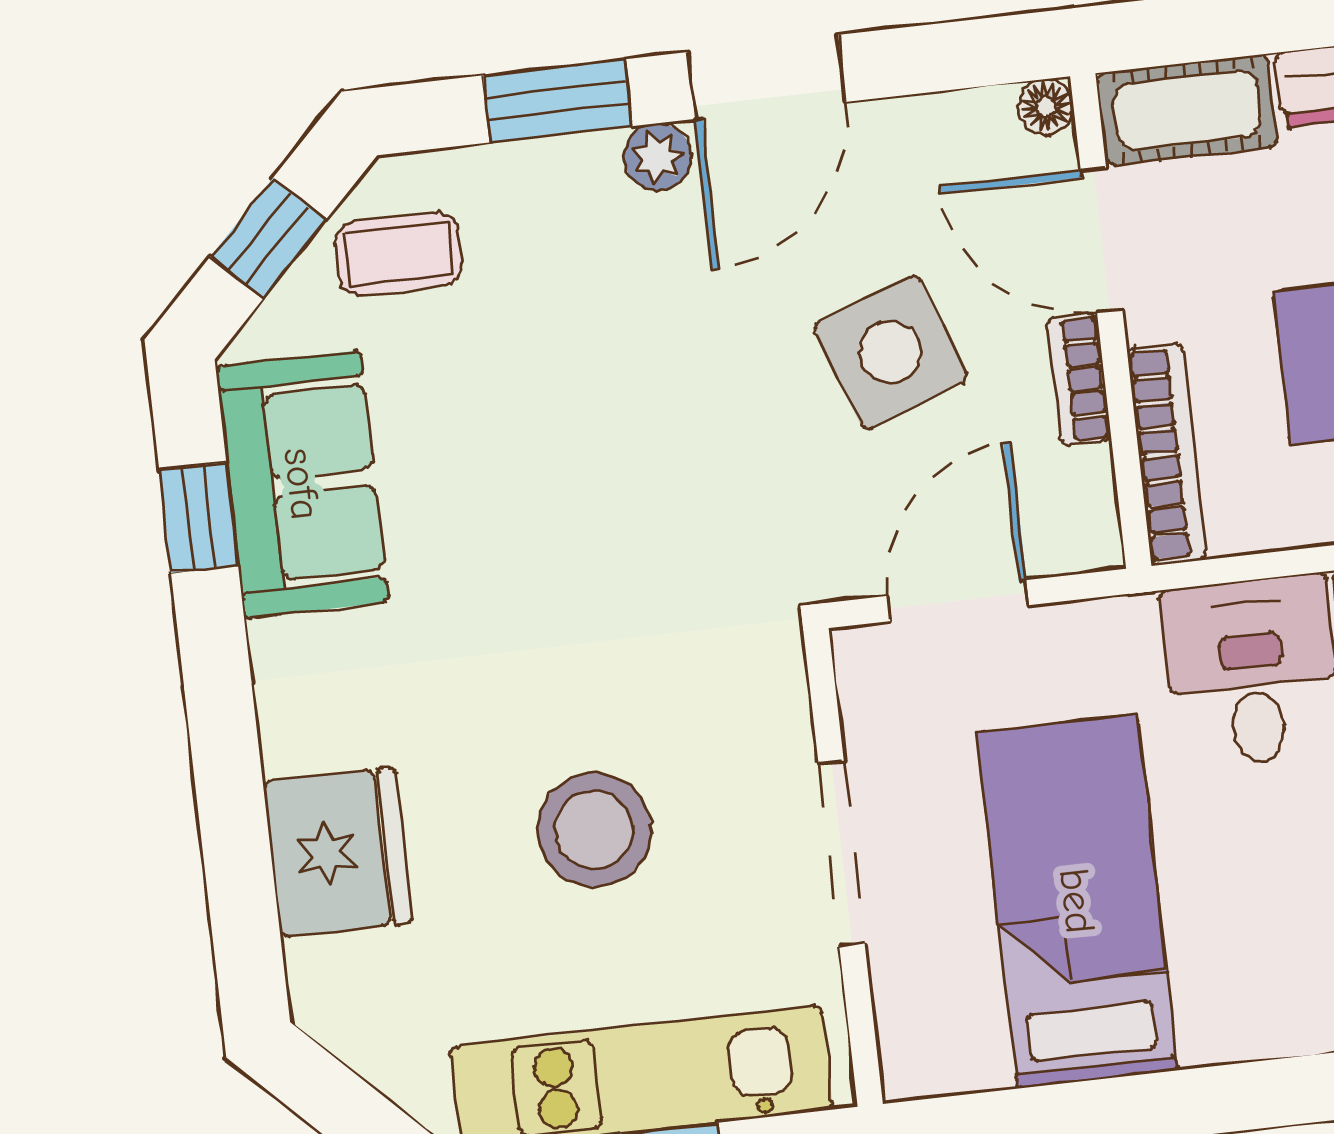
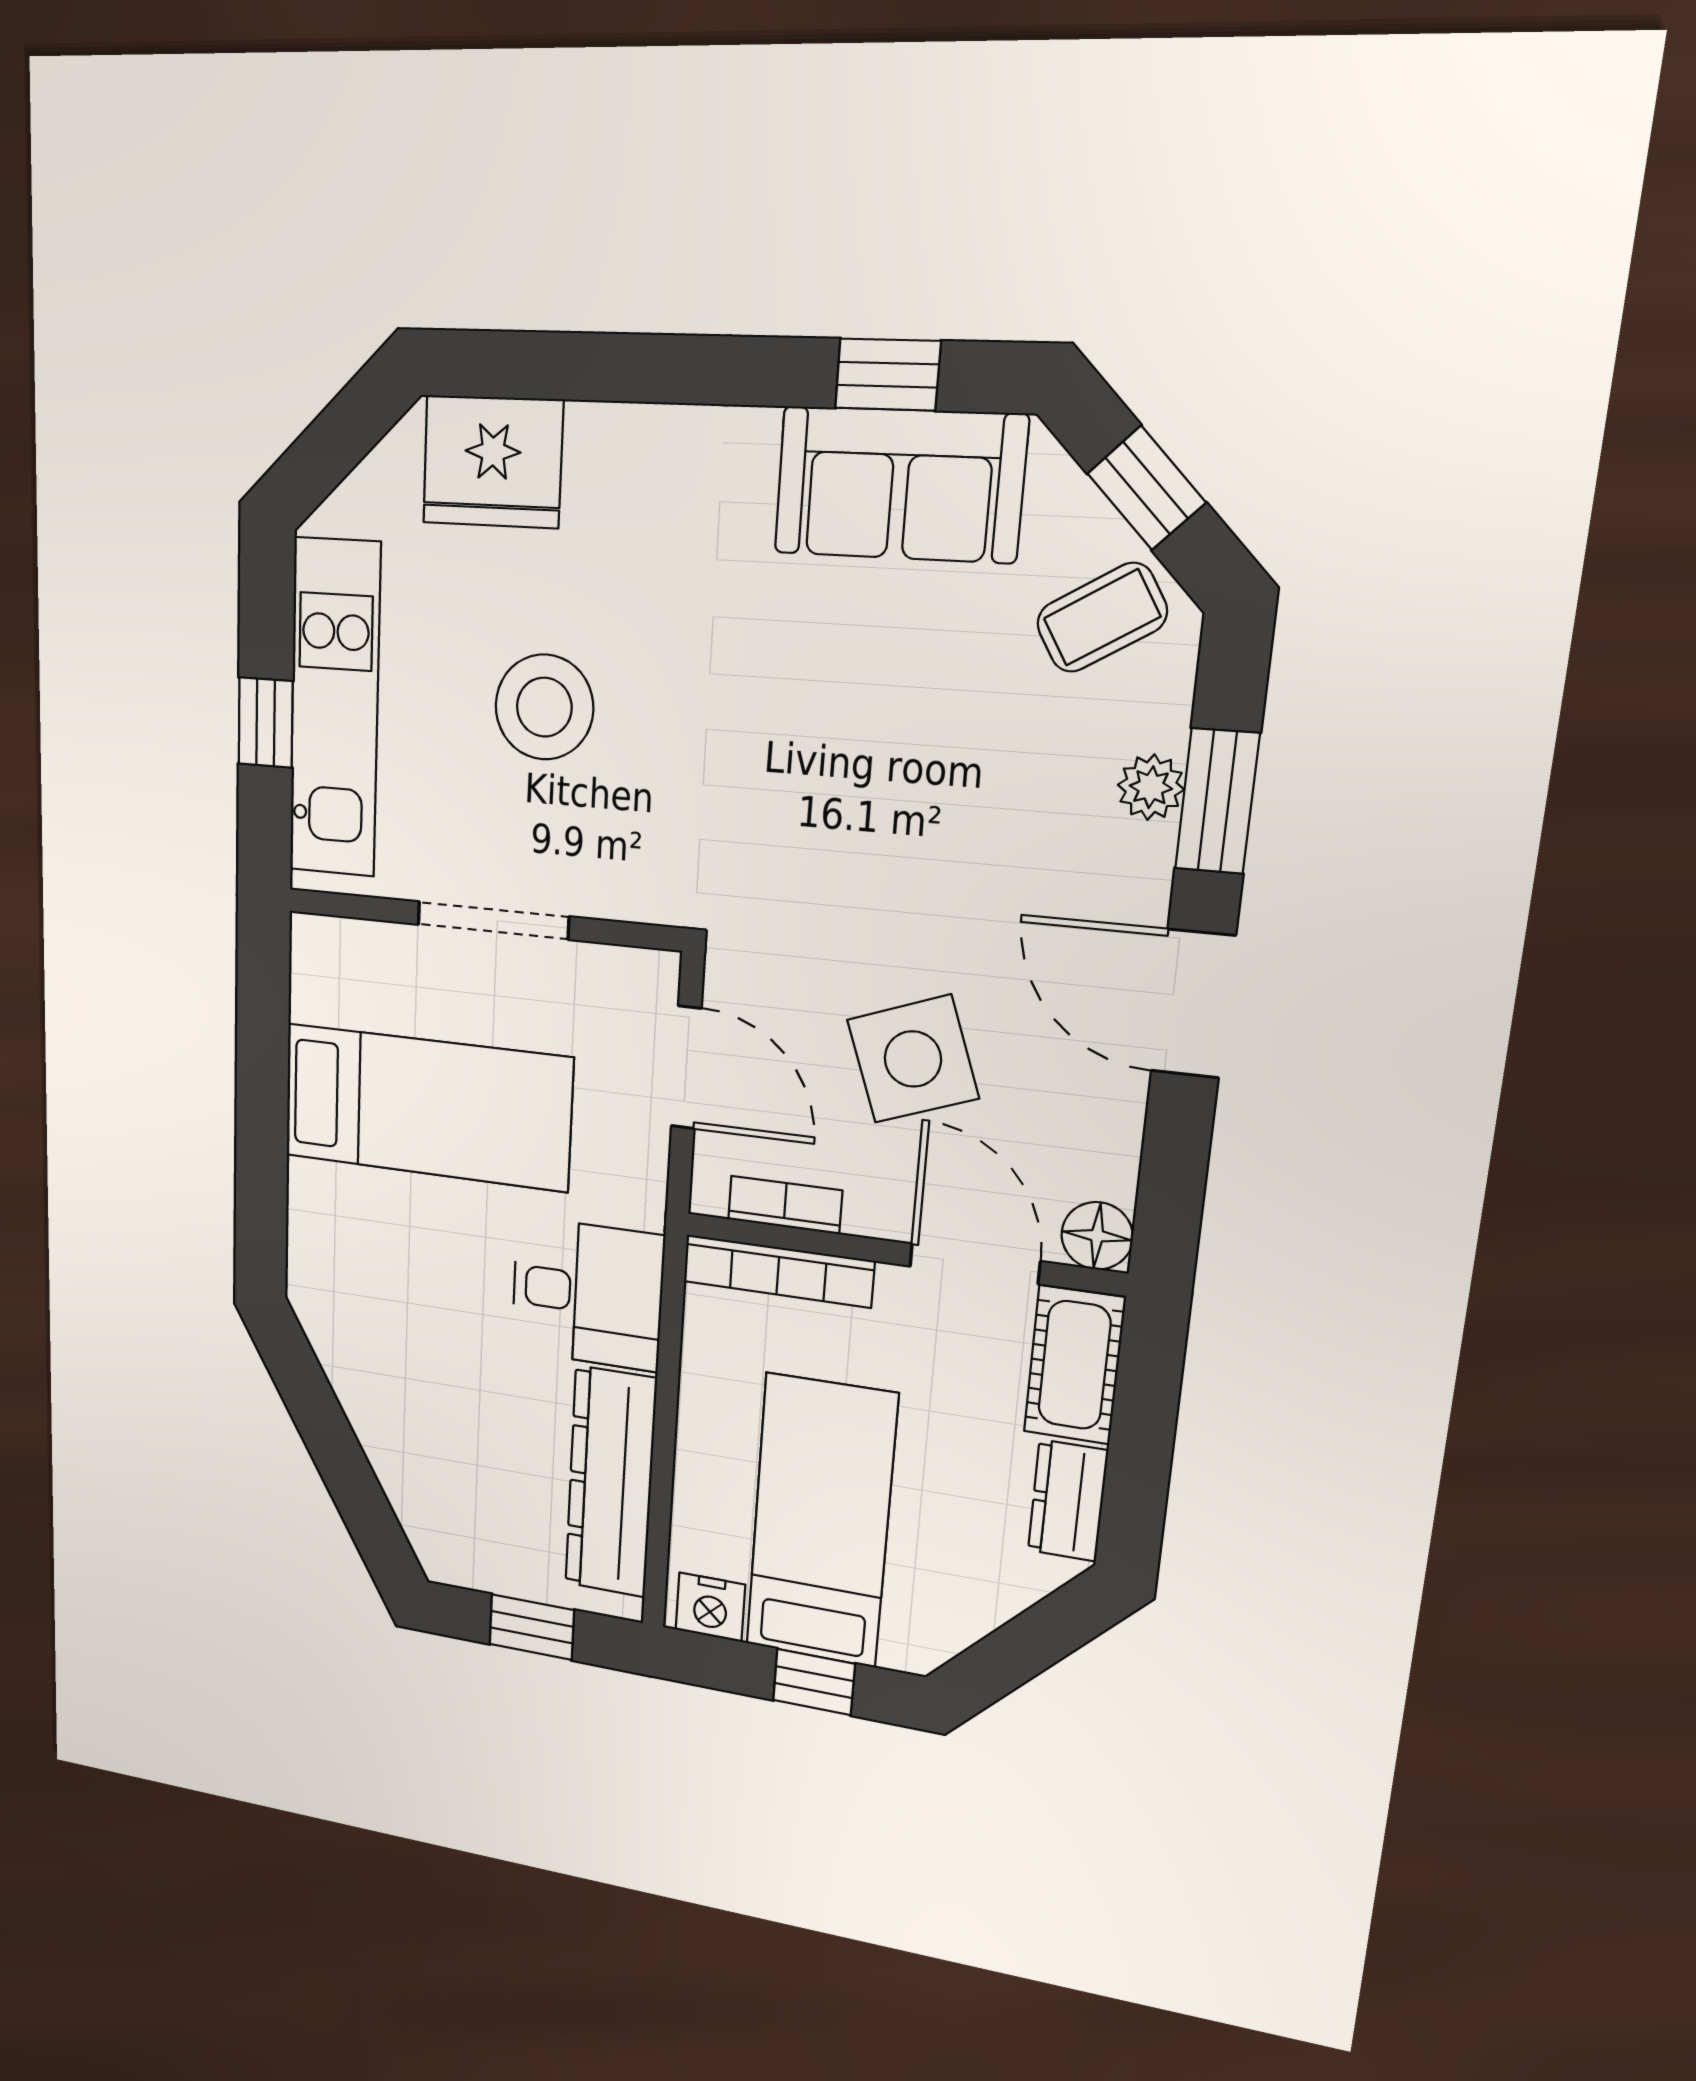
floor lamp: (1046, 107) -> (1097, 1236), width x1.37, depth x1.37
plant: (658, 157) -> (1151, 787), moved
door: (1101, 240) -> (975, 1264), hinge flipped
coffee table: (399, 254) -> (1102, 618), turned 59
bookcase: (1079, 380) -> (785, 1205), moved
fridge: (338, 852) -> (493, 462), moved

